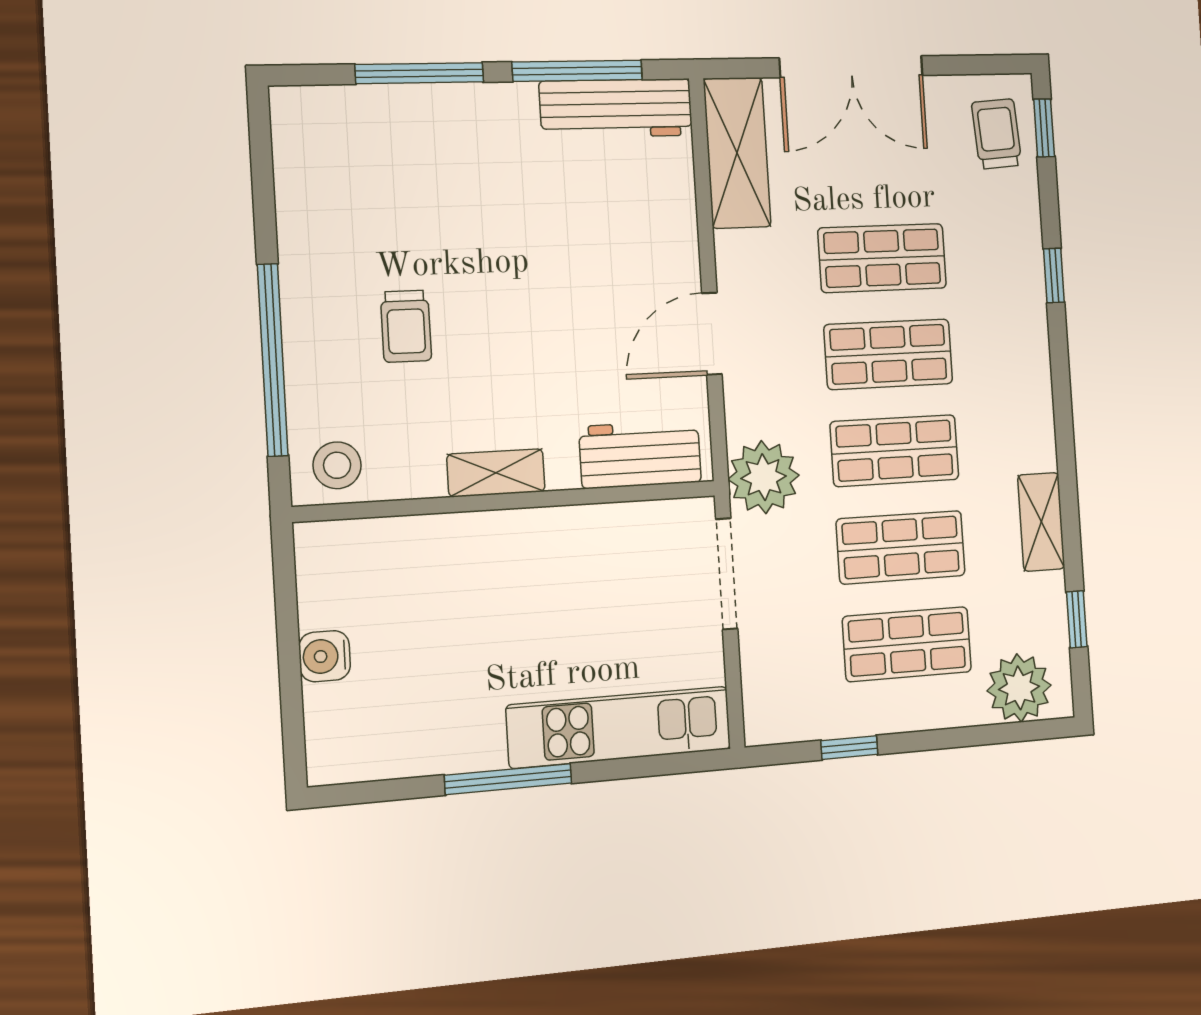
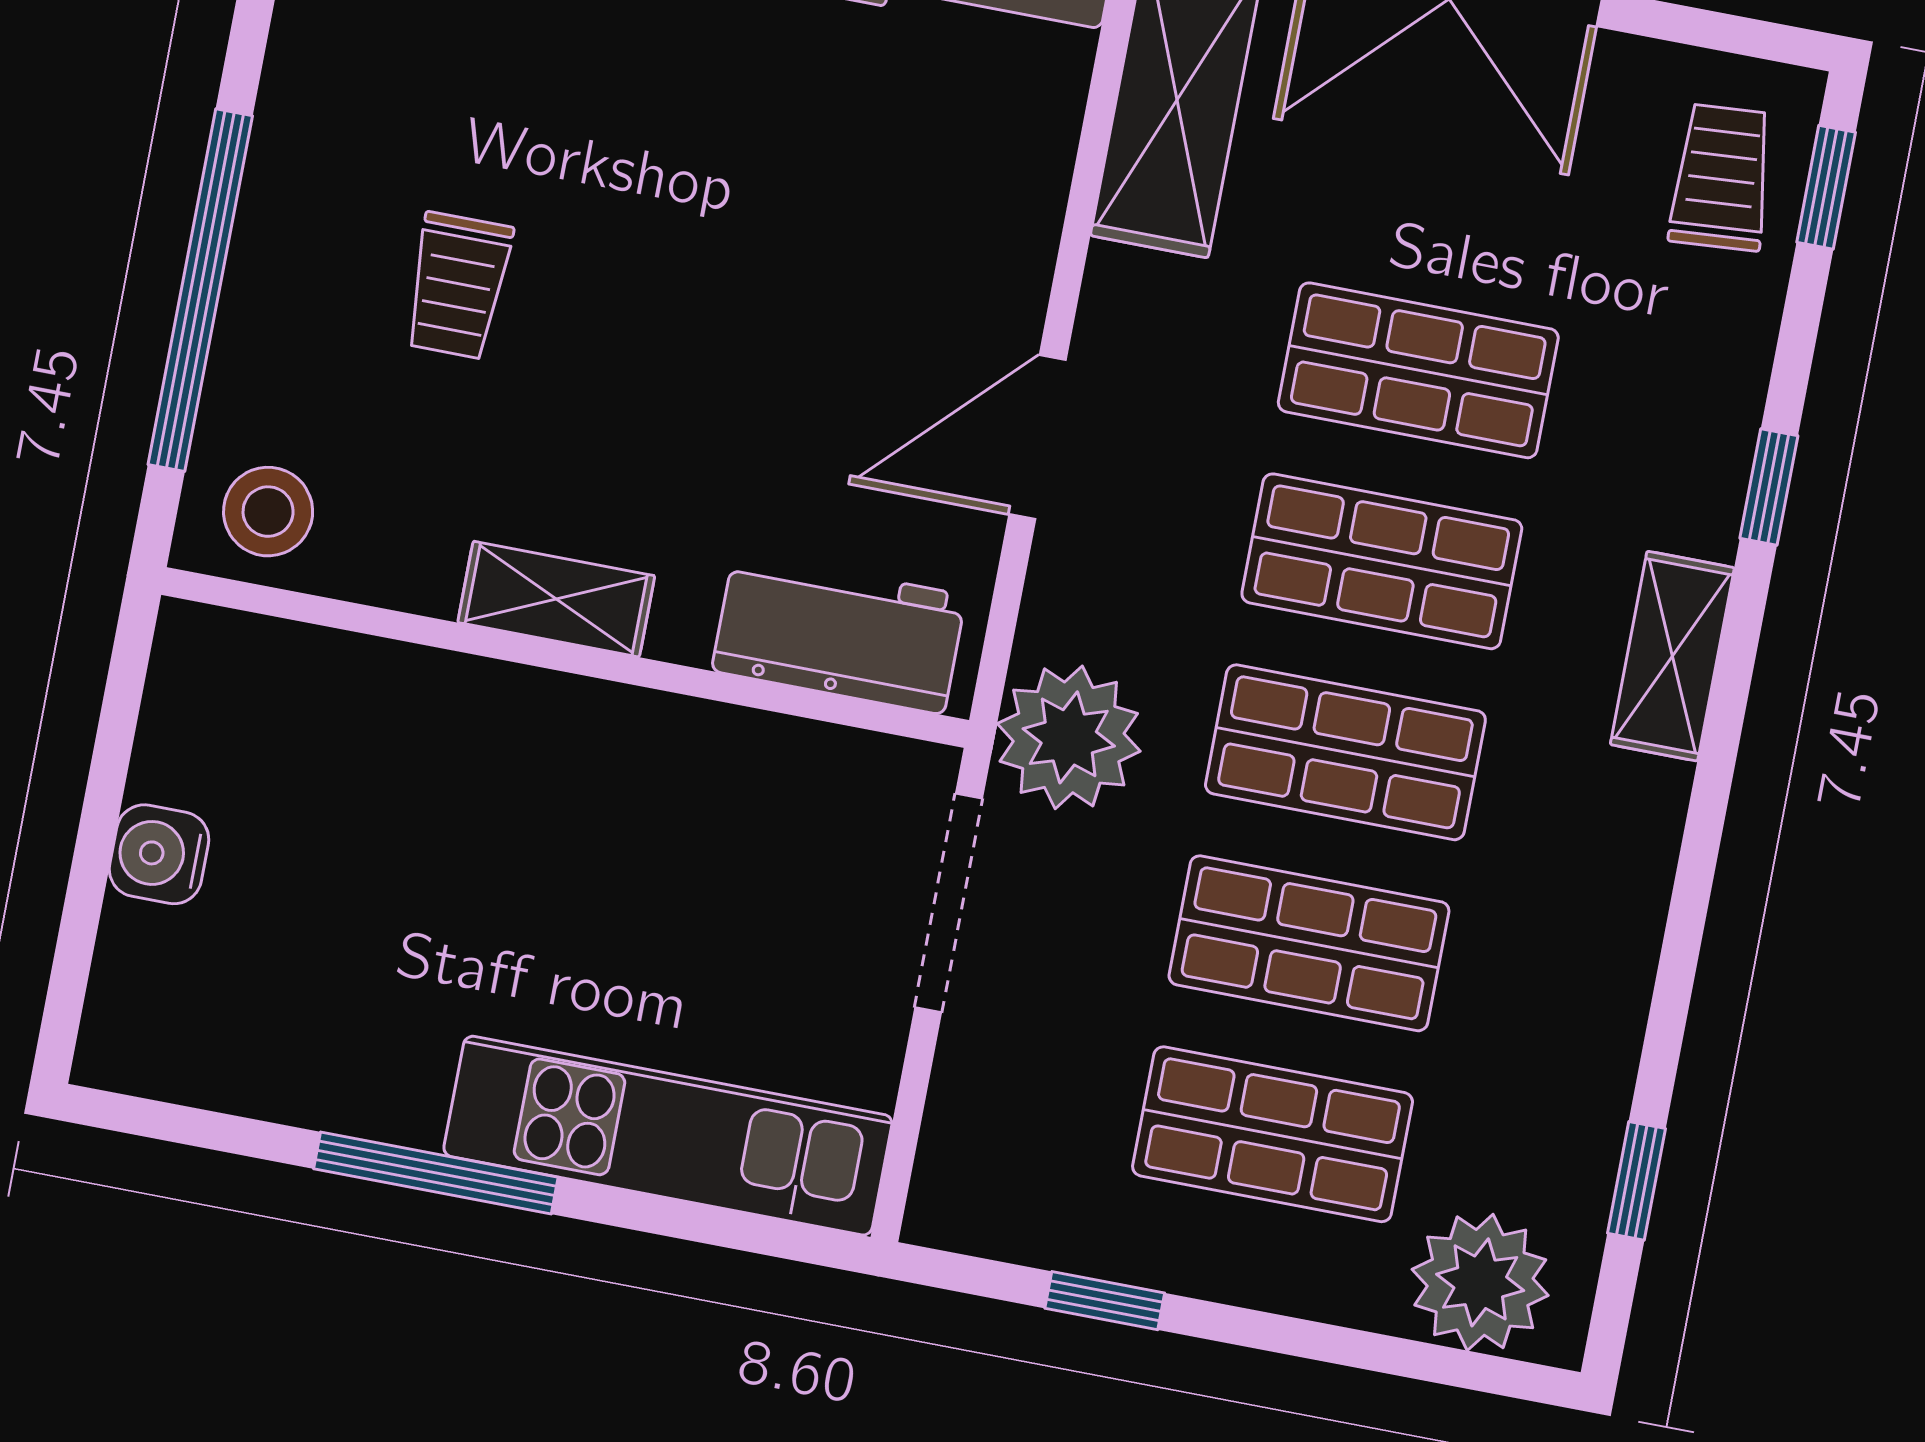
shelving: (1041, 522) -> (1672, 656), moved

